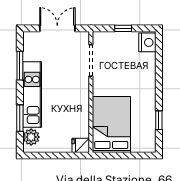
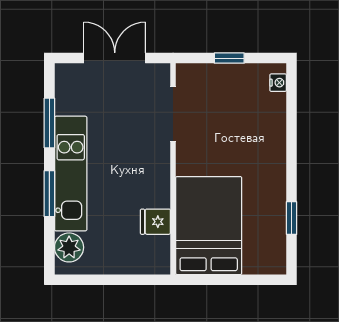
nightstand: (147, 42) -> (278, 83), width x0.53, depth x0.56
window: (20, 118) -> (49, 194), moved
fridge: (81, 145) -> (155, 222), moved

